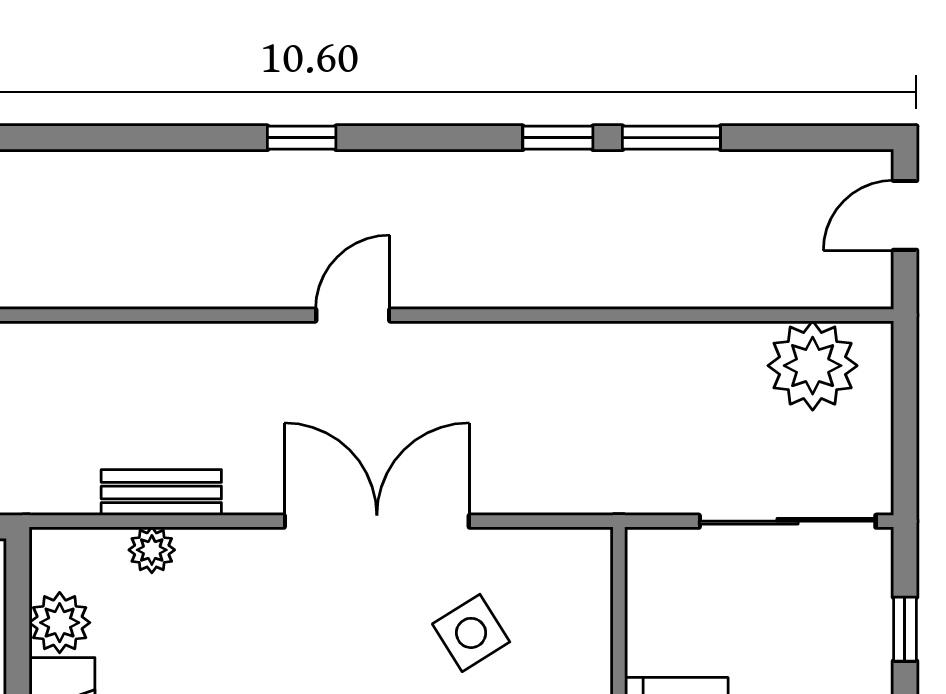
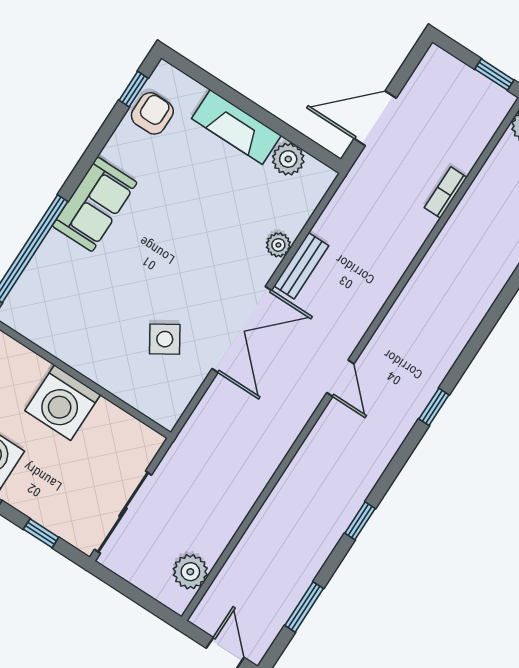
window: (671, 138) -> (304, 607), moved
plant: (813, 366) -> (190, 572), width x0.73, depth x0.73
bench: (161, 493) -> (301, 266), moved
plant: (152, 550) -> (278, 245), moved

